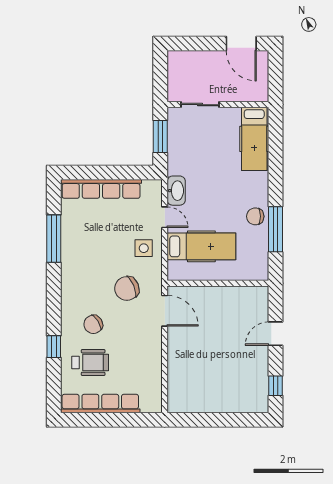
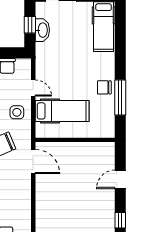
window: (160, 136) -> (30, 25), width x0.67
washbasin: (176, 191) -> (42, 30), moved

